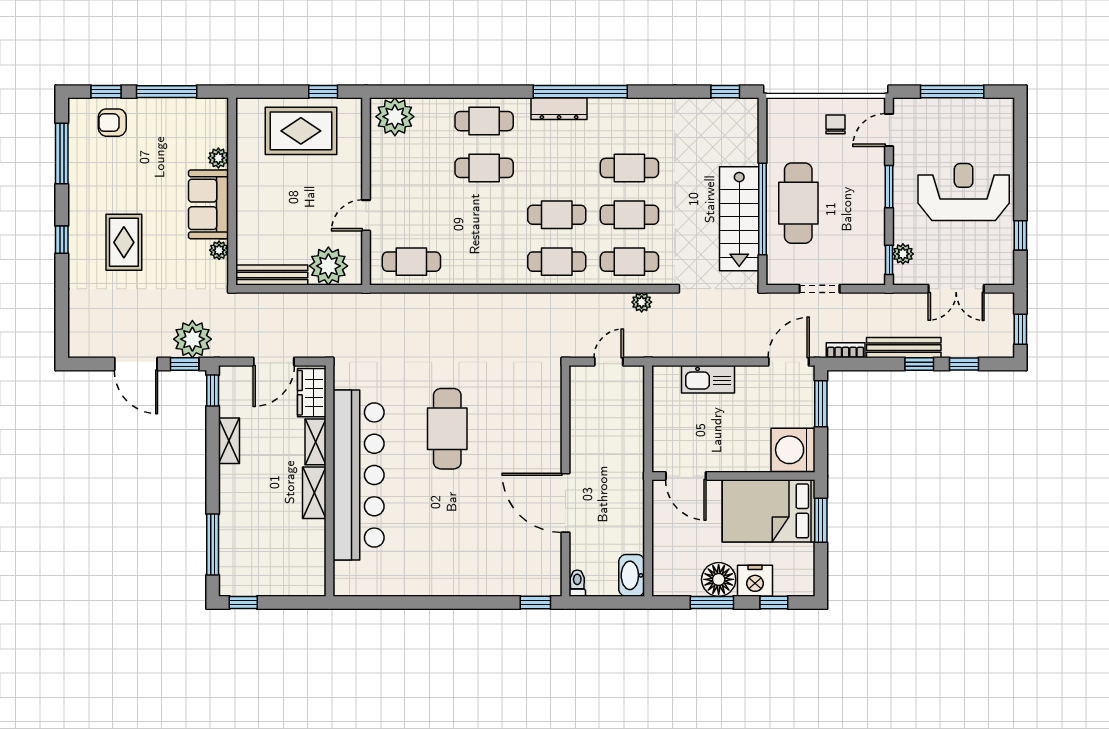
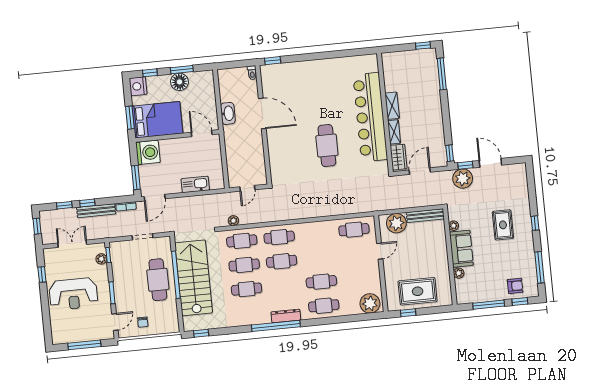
stairs: (739, 219) -> (194, 278), width x1.36, depth x1.51
shelving: (229, 441) -> (439, 128), removed
washbasin: (632, 575) -> (228, 113), moved
nightstand: (755, 581) -> (138, 86), moved, turned -90

